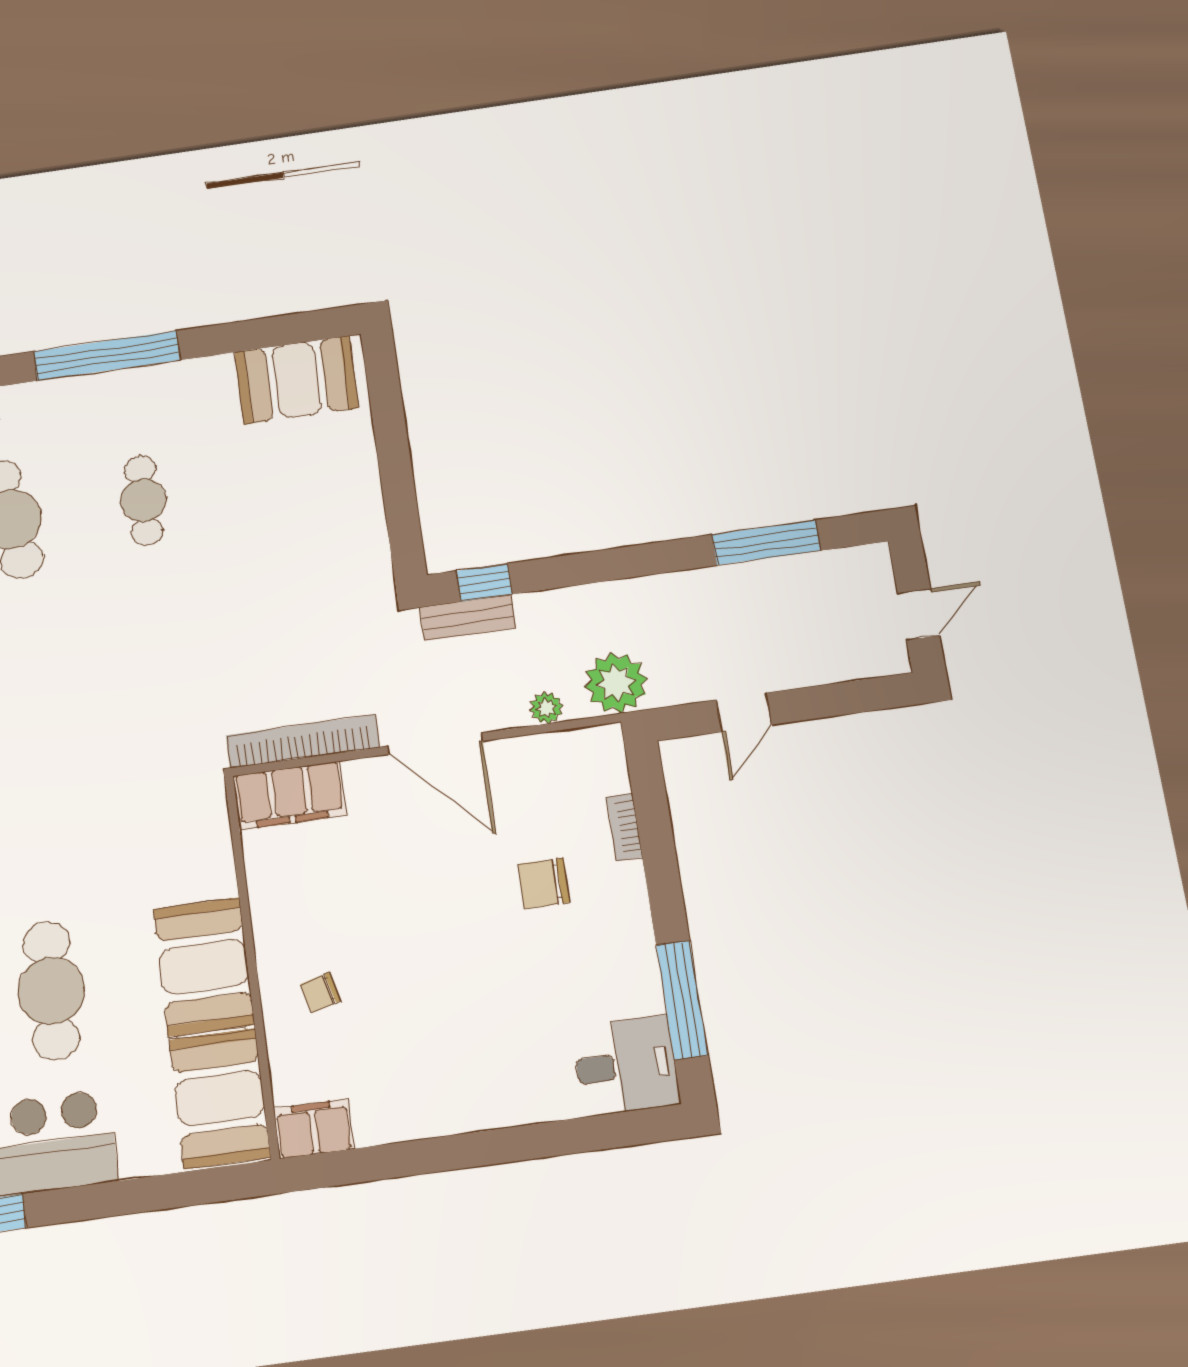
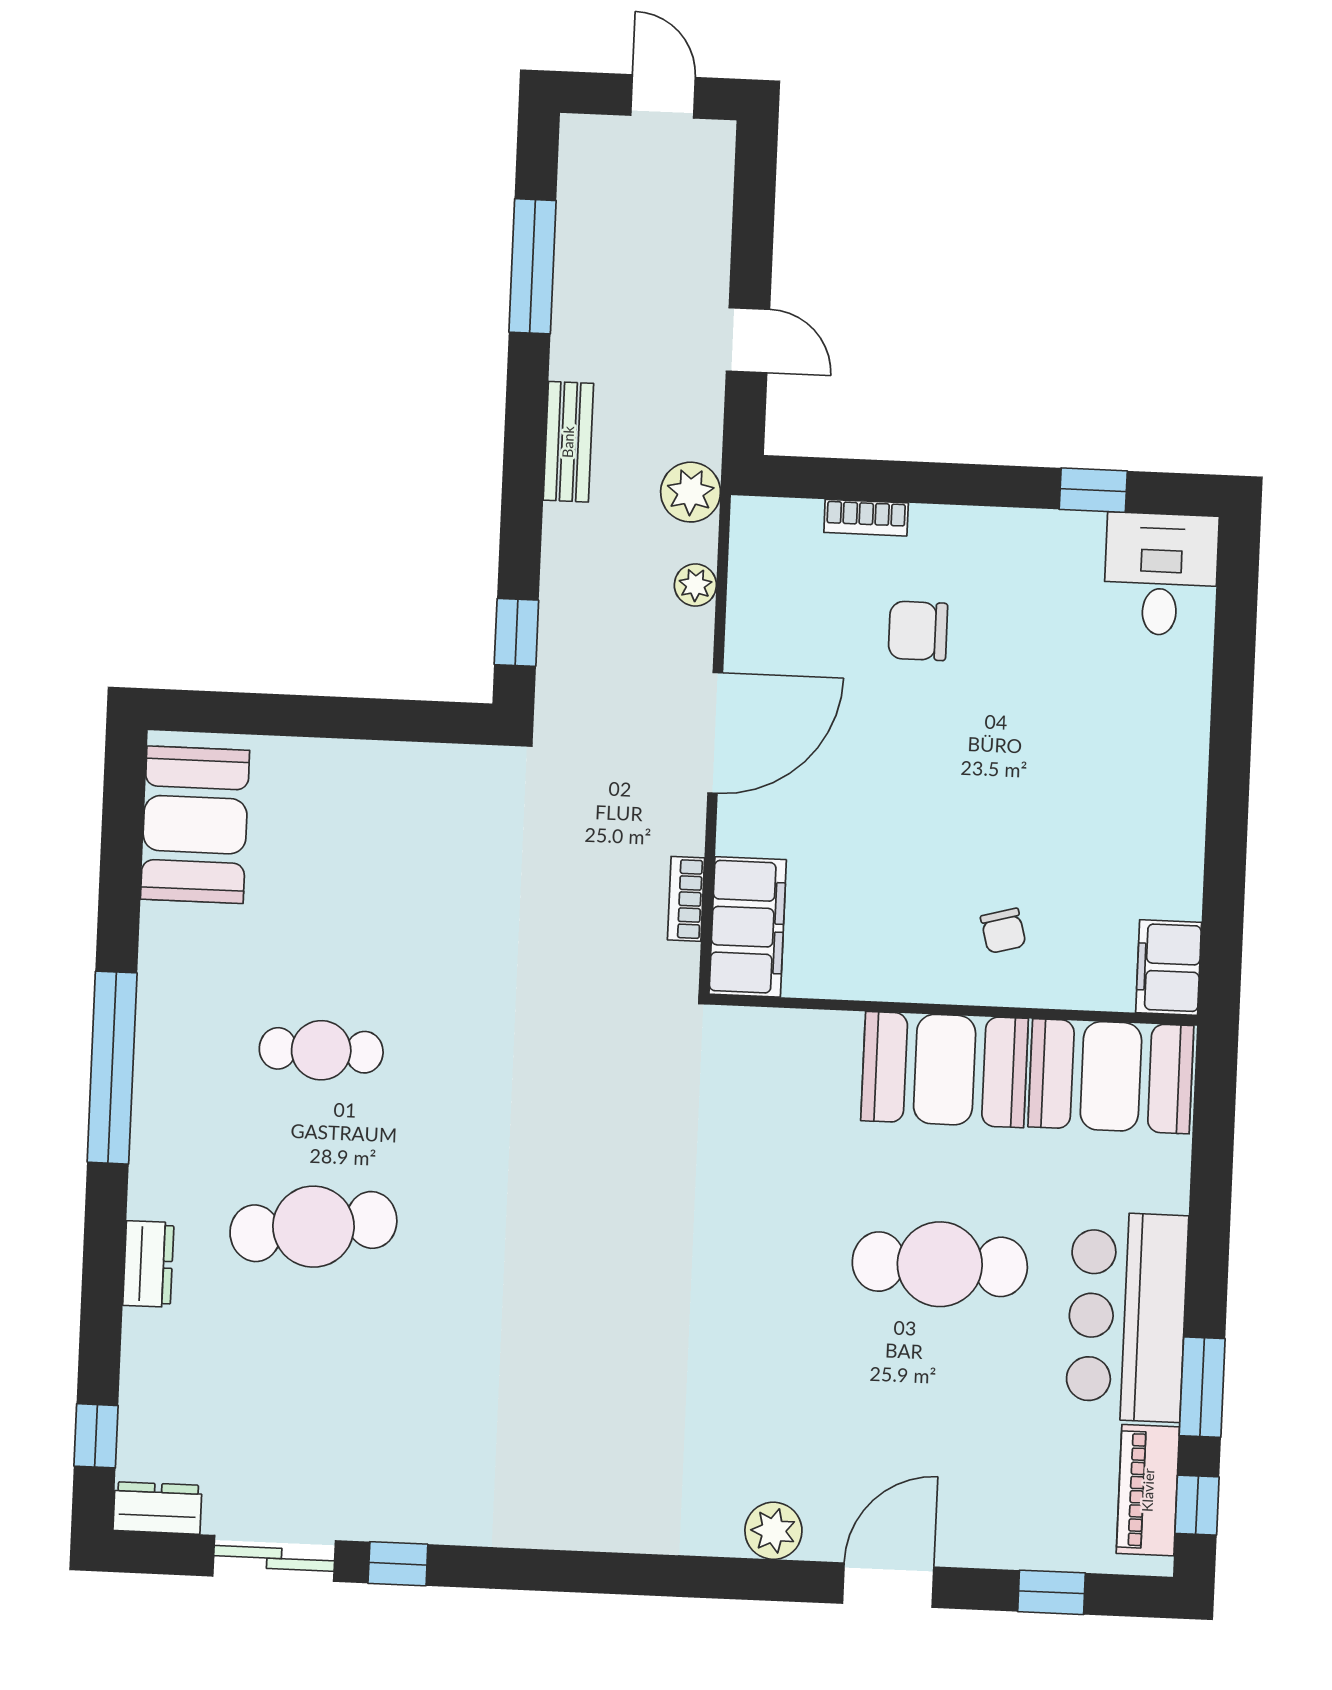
bench: (468, 618) -> (568, 442), moved
plant: (616, 683) -> (691, 492), width x0.73, depth x0.73
bookcase: (303, 741) -> (686, 899), width x0.43, depth x0.76
chair: (544, 883) -> (918, 631), turned 90
window: (682, 1000) -> (1093, 490), width x0.46

